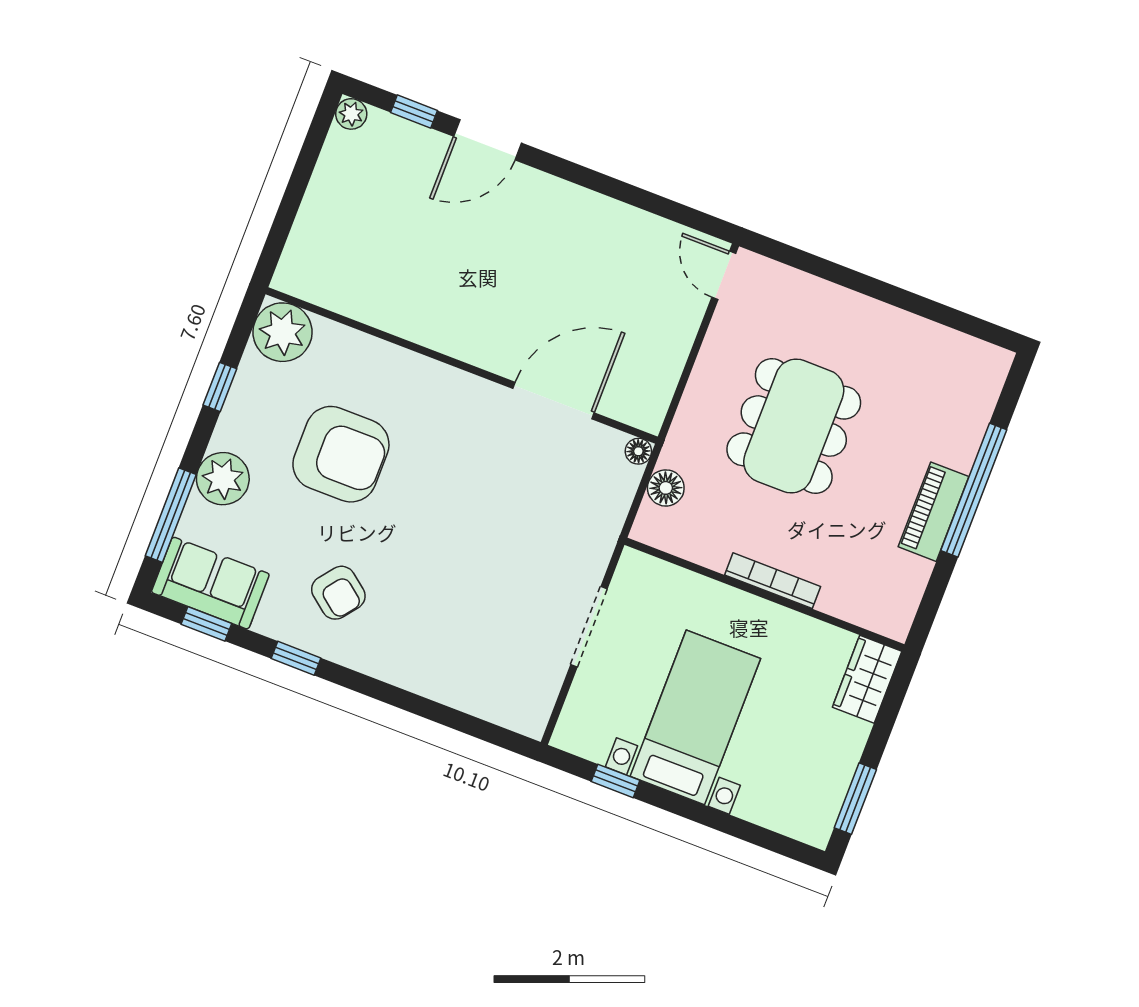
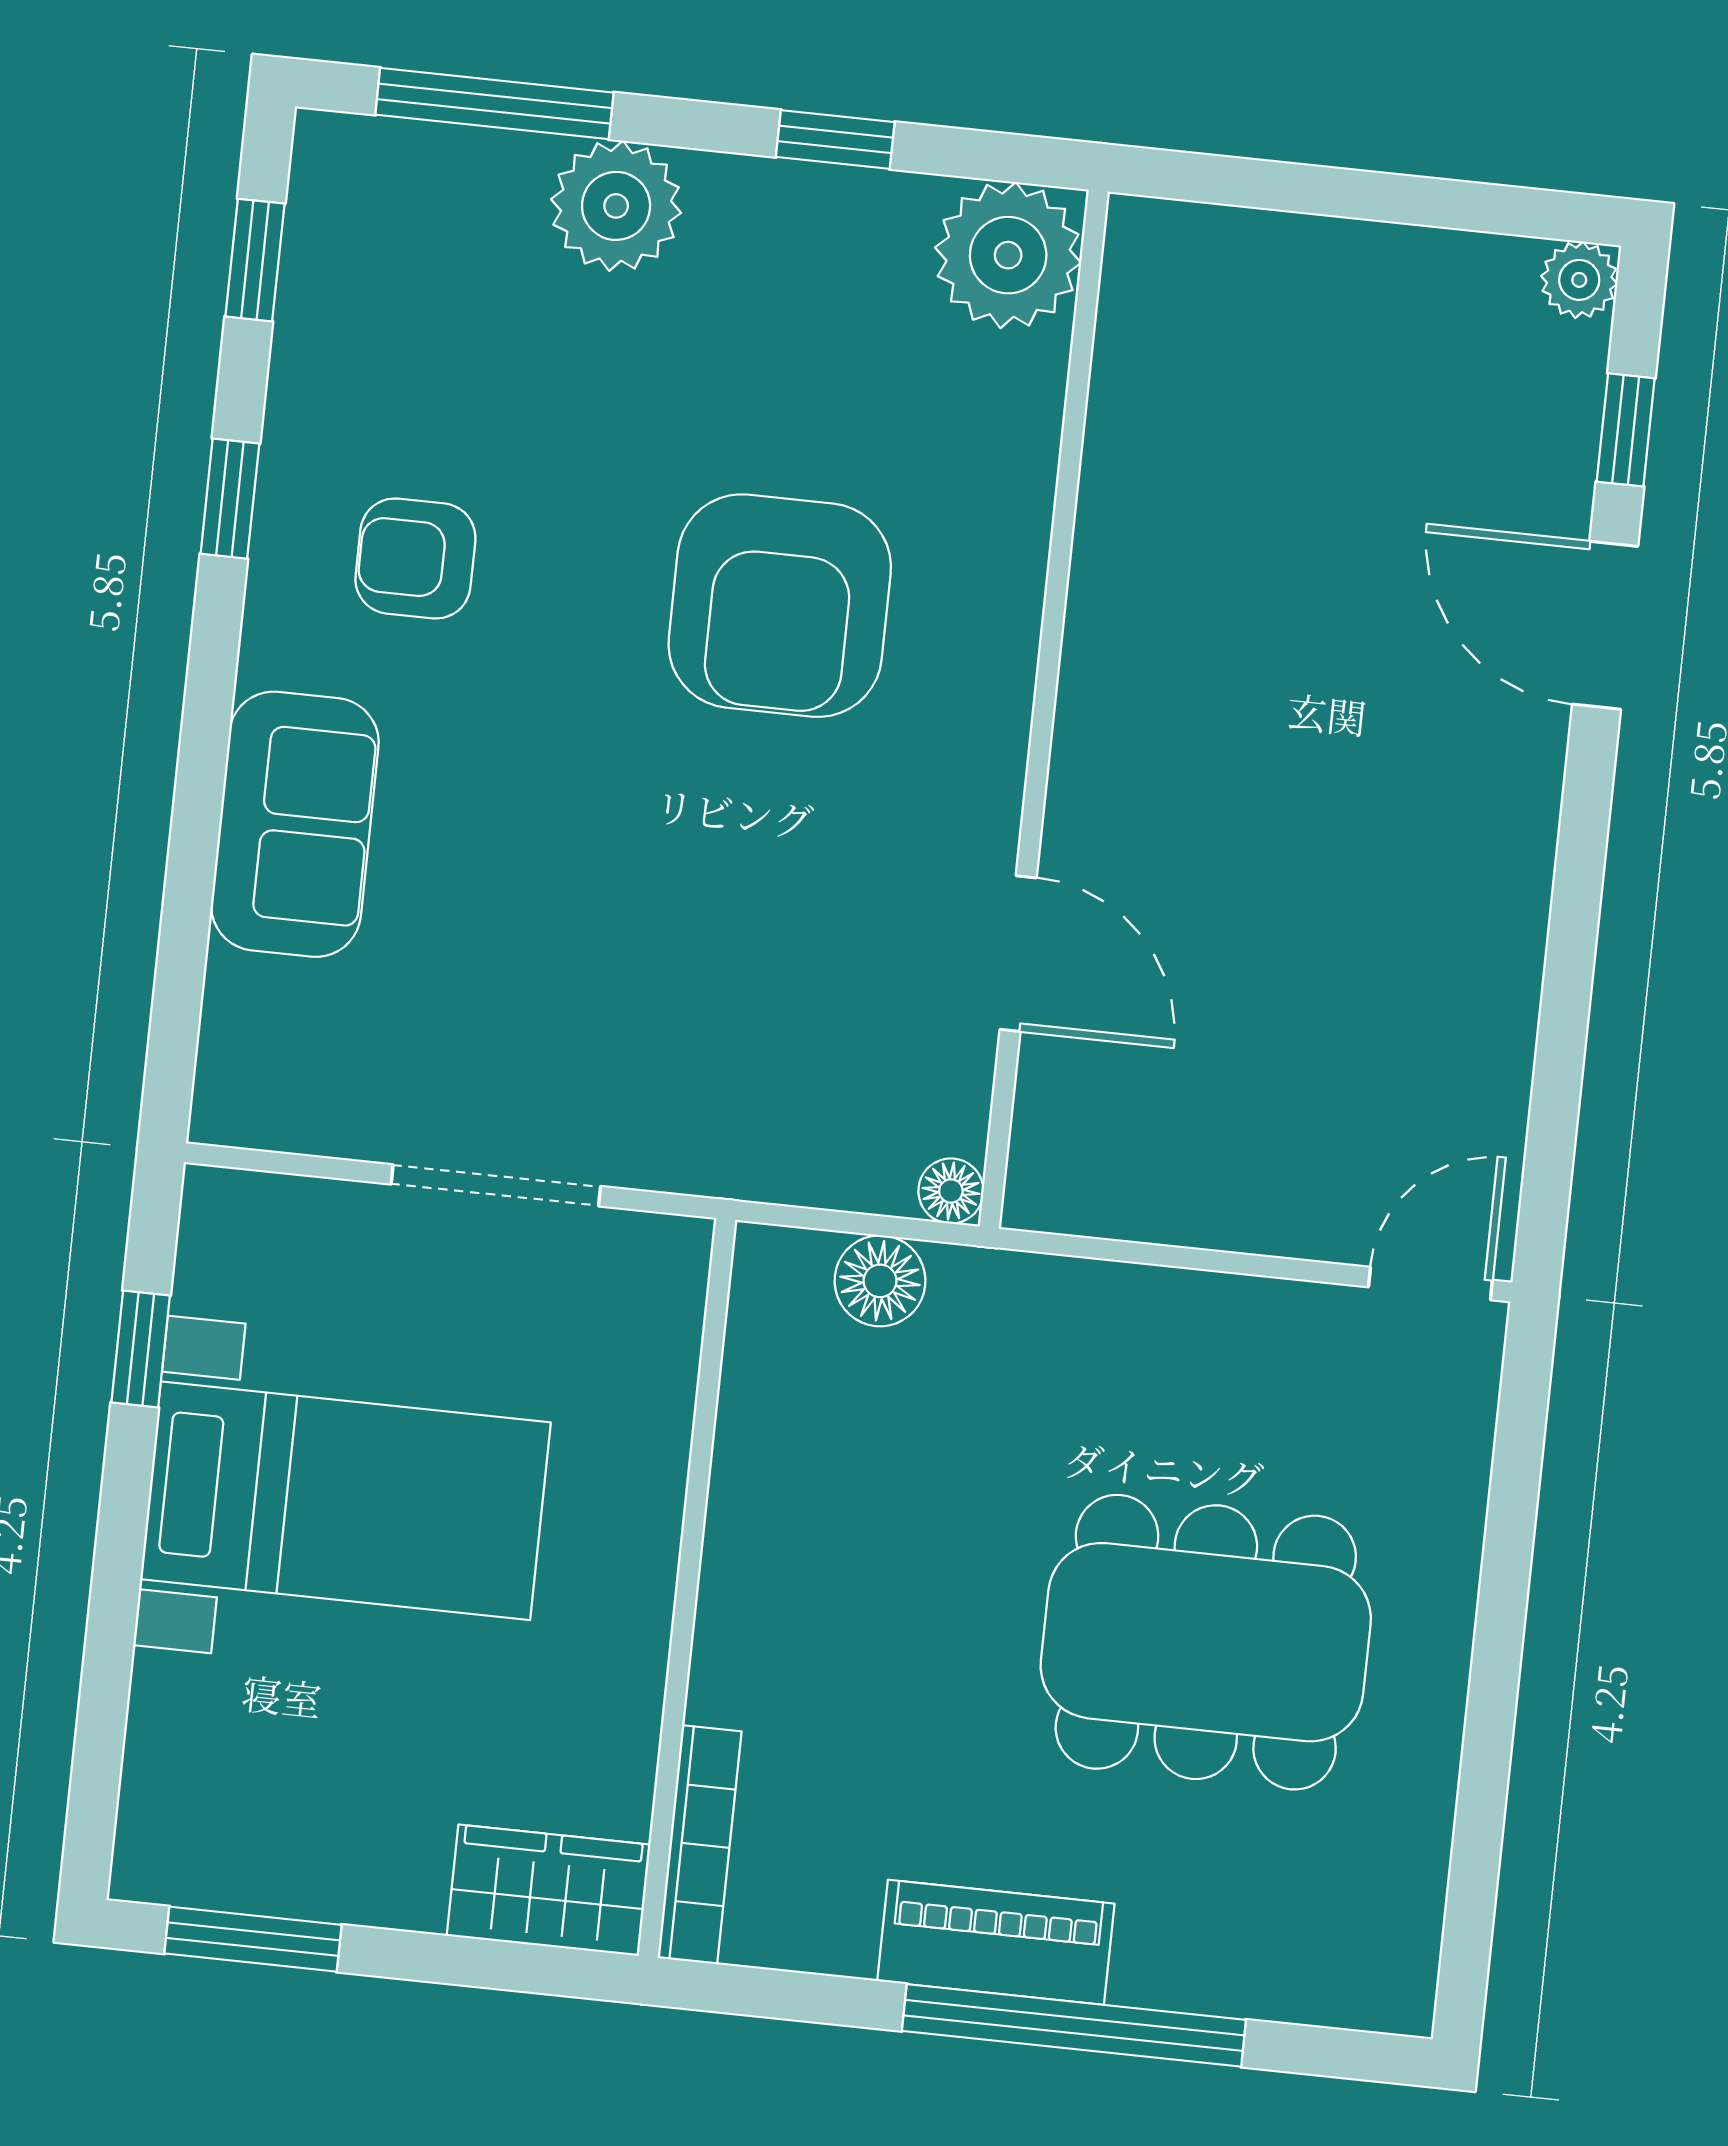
door: (554, 401) -> (1018, 954), width x0.73
dining table: (794, 426) -> (1206, 1642), moved
armchair: (341, 454) -> (780, 606), moved
bookcase: (773, 581) -> (700, 1845), moved
sofa: (210, 583) -> (295, 824), moved
armchair: (338, 593) -> (415, 558), turned 52

